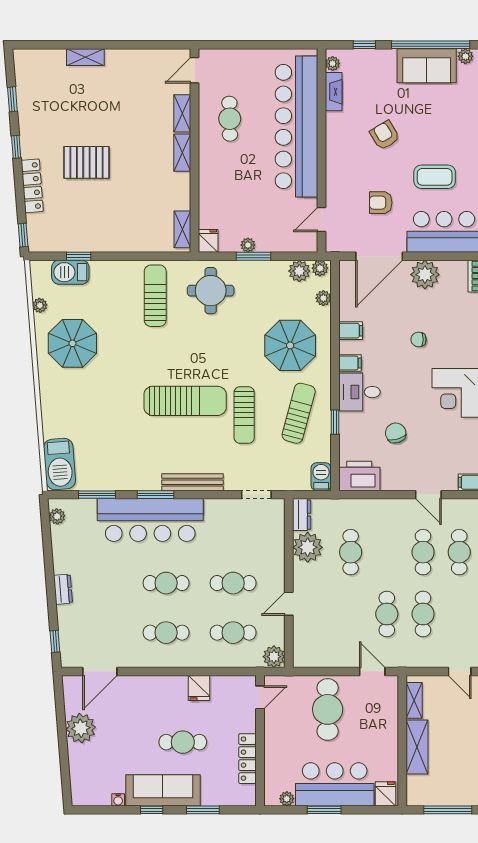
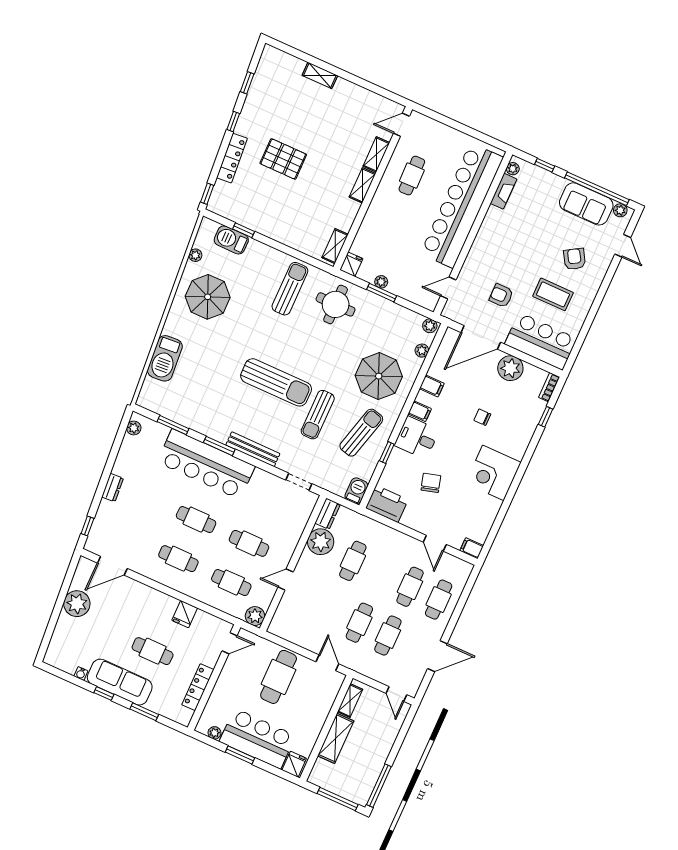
armchair: (385, 135) -> (575, 259), moved
plant: (299, 271) -> (413, 321), removed
barbecue: (60, 464) -> (165, 358), moved

